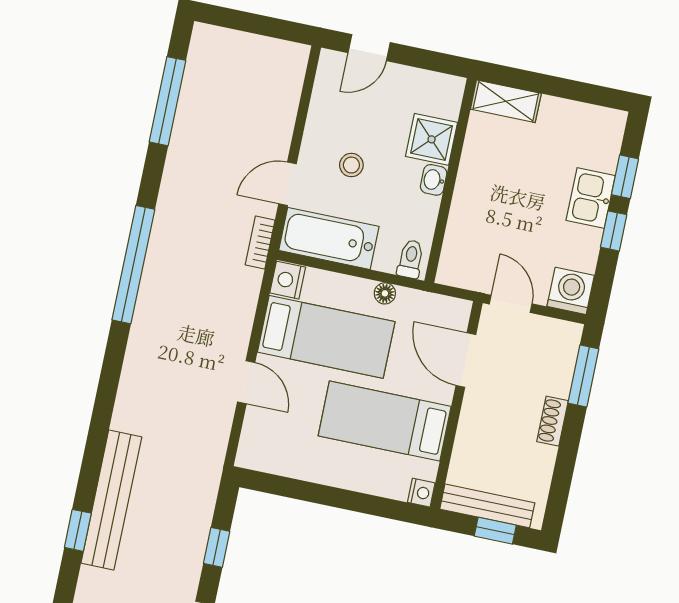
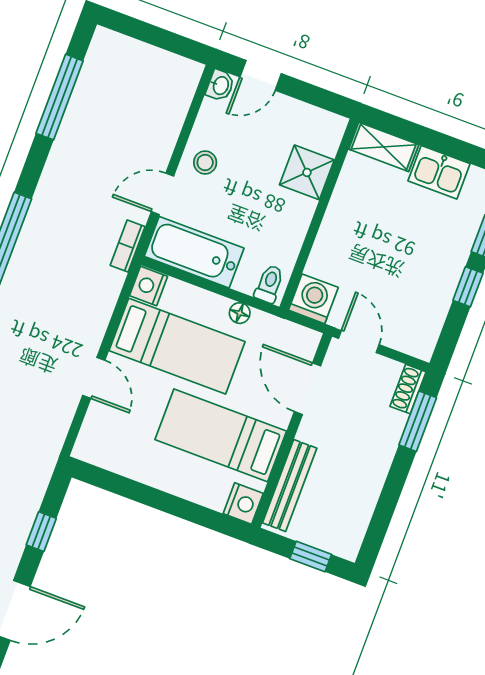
stool: (351, 165) -> (205, 162), moved
washbasin: (434, 180) -> (220, 85), moved, turned 180
kitchen sink: (591, 198) -> (439, 172), moved, turned -90
washing machine: (571, 291) -> (313, 299), moved
shoe rack: (552, 421) -> (408, 389), moved
nightstand: (421, 493) -> (243, 503), width x1.39, depth x1.35
bench: (487, 506) -> (290, 486), moved, turned 90

